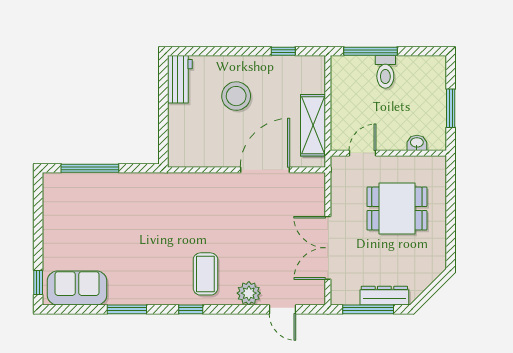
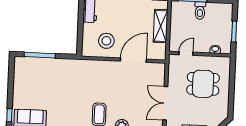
stool: (236, 96) -> (106, 41), moved
shelving: (313, 125) -> (161, 26), moved

